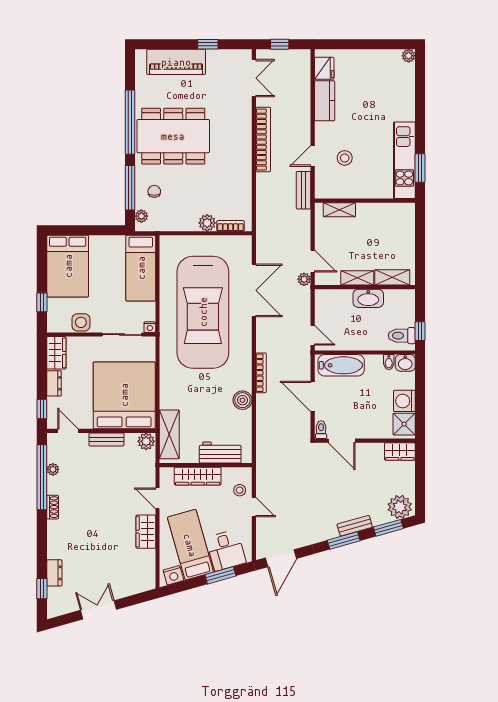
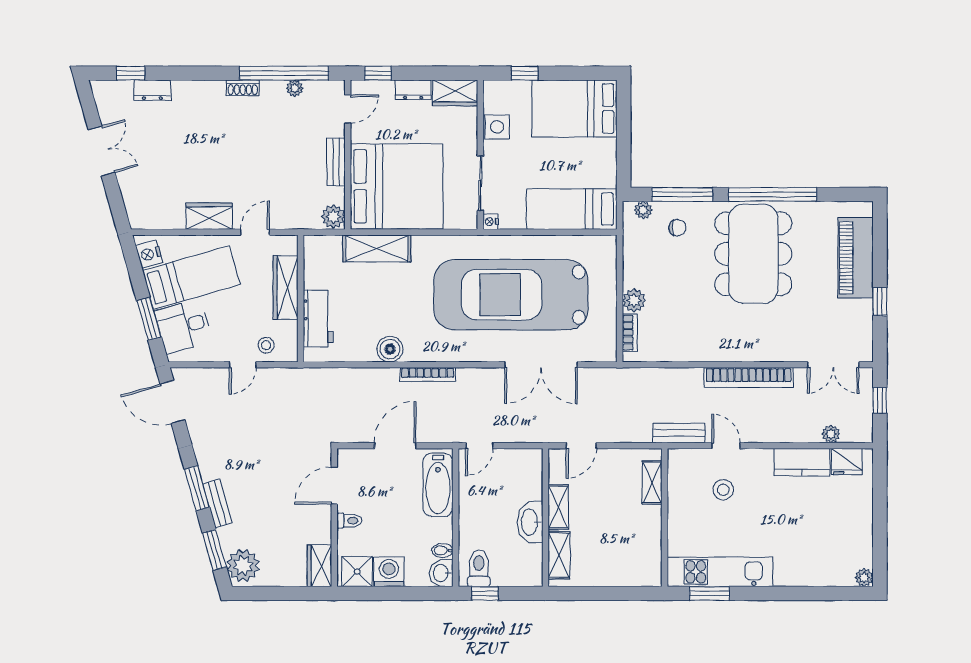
plant: (304, 279) -> (831, 434), moved
toilet: (321, 430) -> (349, 521), moved
shelving: (169, 434) -> (377, 248), moved

